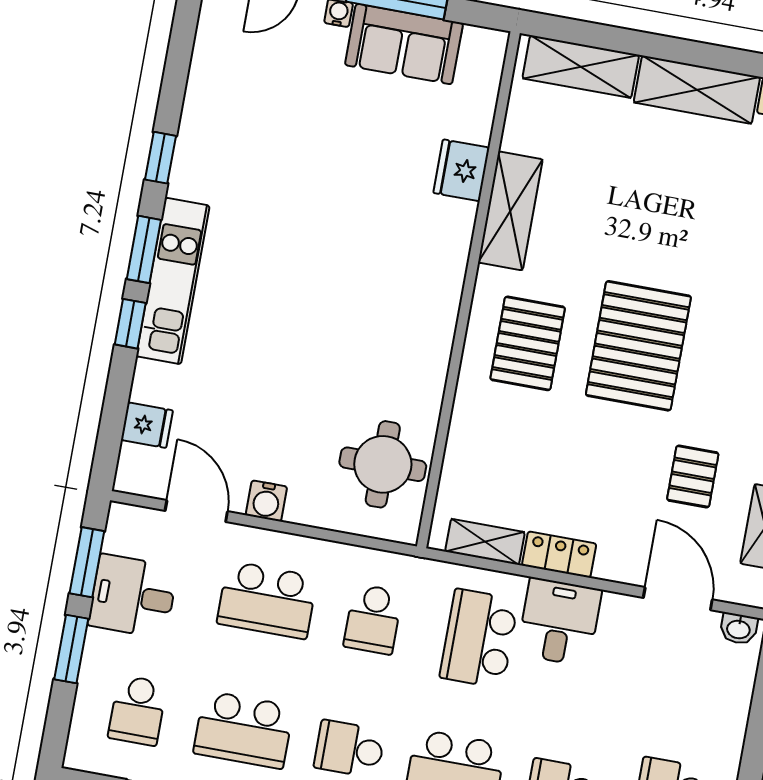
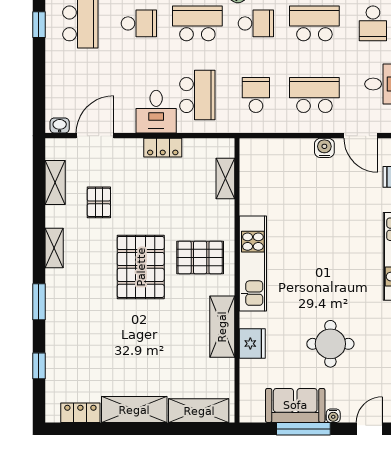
kitchen unit: (434, 315) -> (253, 264), added
pallet: (528, 343) -> (200, 257), turned 90
round table: (383, 464) -> (330, 344), moved
shelving: (485, 542) -> (225, 179), moved, turned 90
door: (678, 599) -> (95, 136), swing flipped
school desk: (138, 710) -> (373, 23), turned 180

